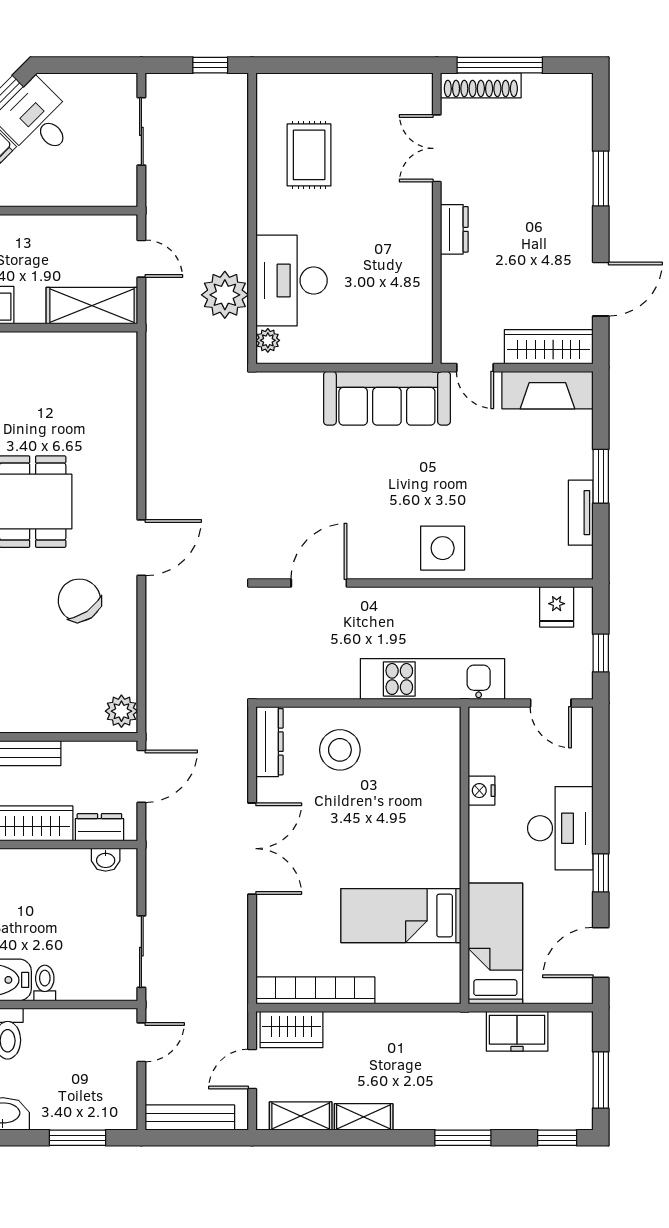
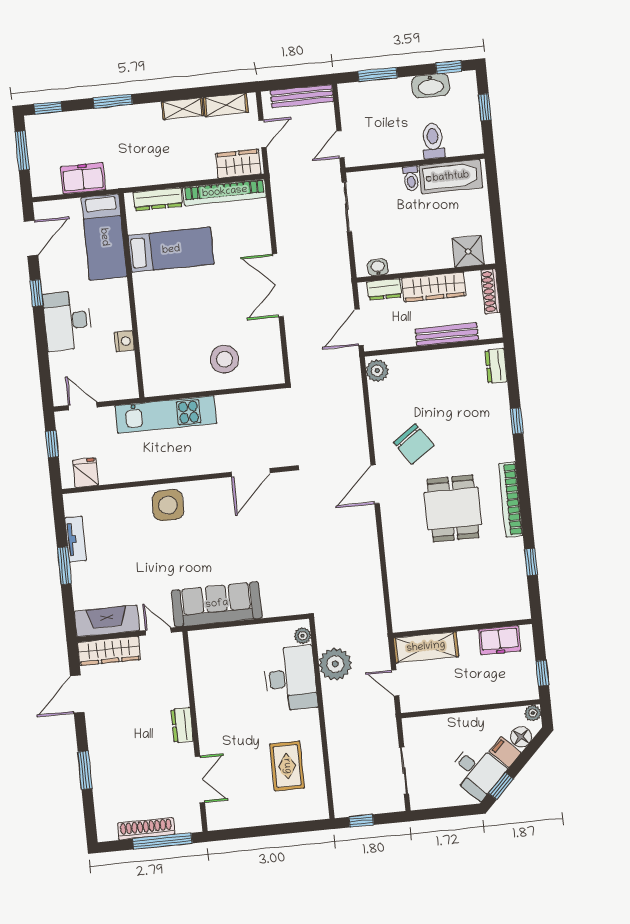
shoe rack: (481, 85) -> (146, 829), moved
dresser: (270, 742) -> (158, 199), moved, turned -90

